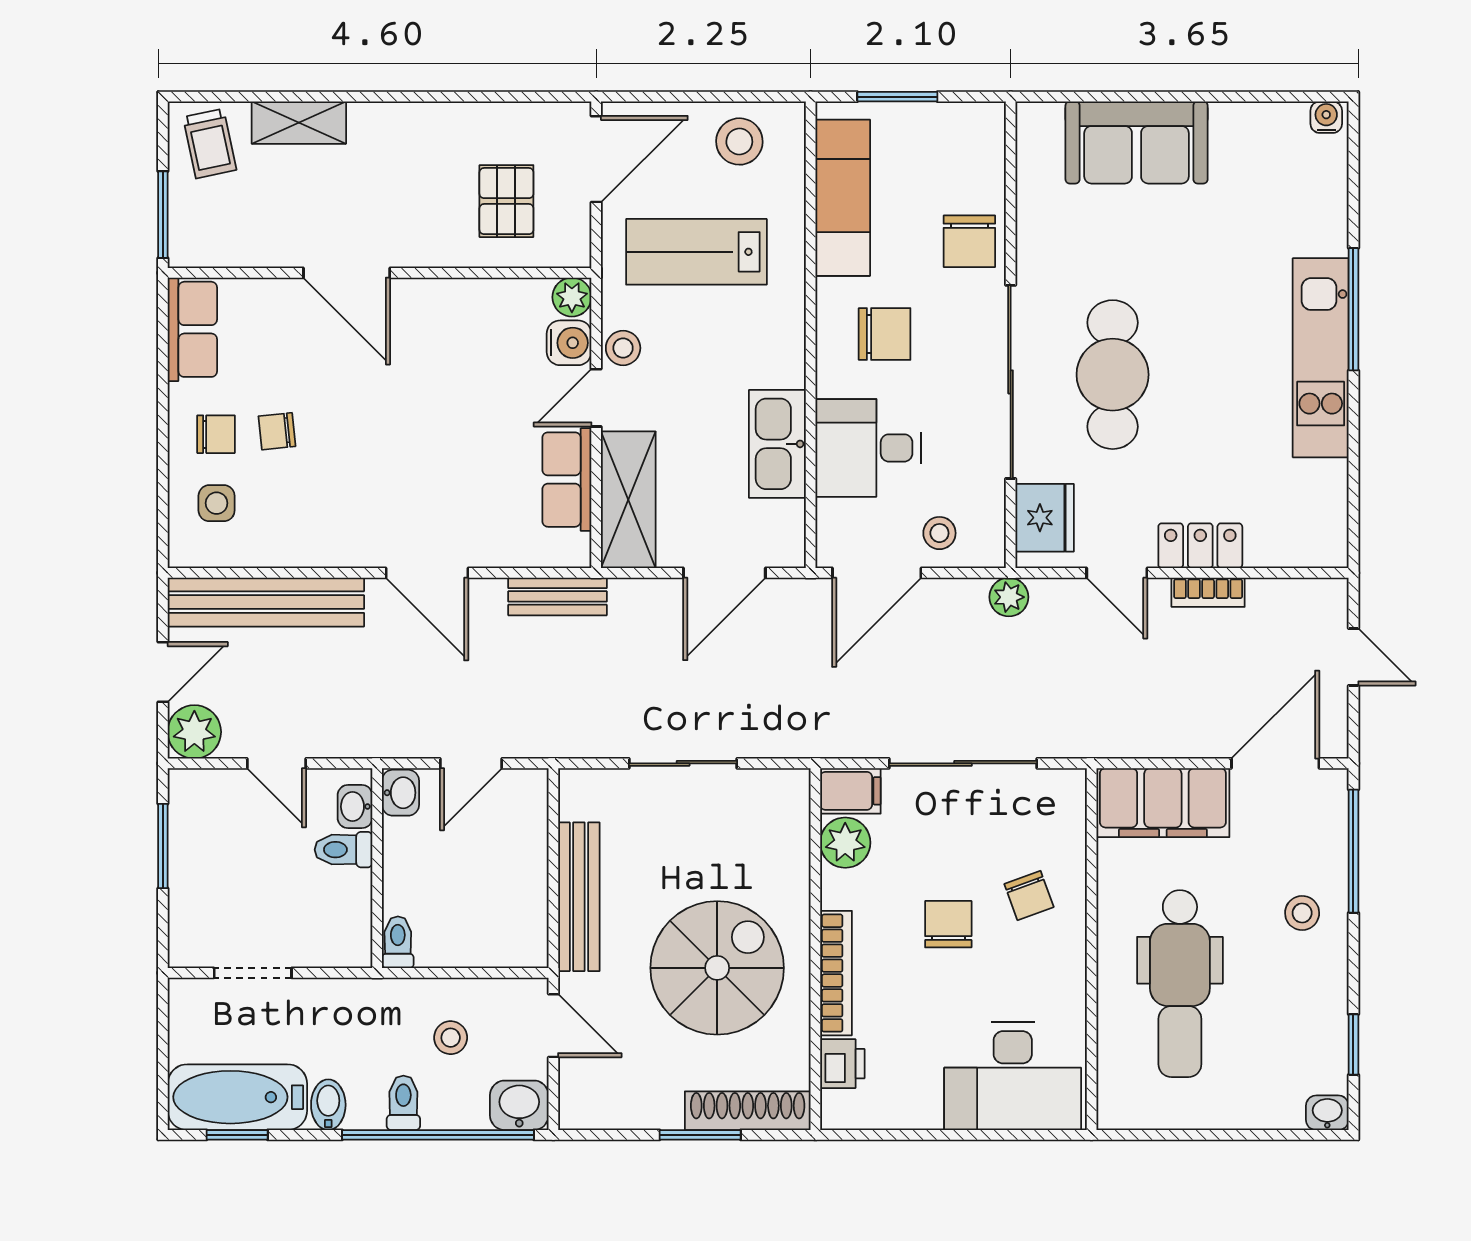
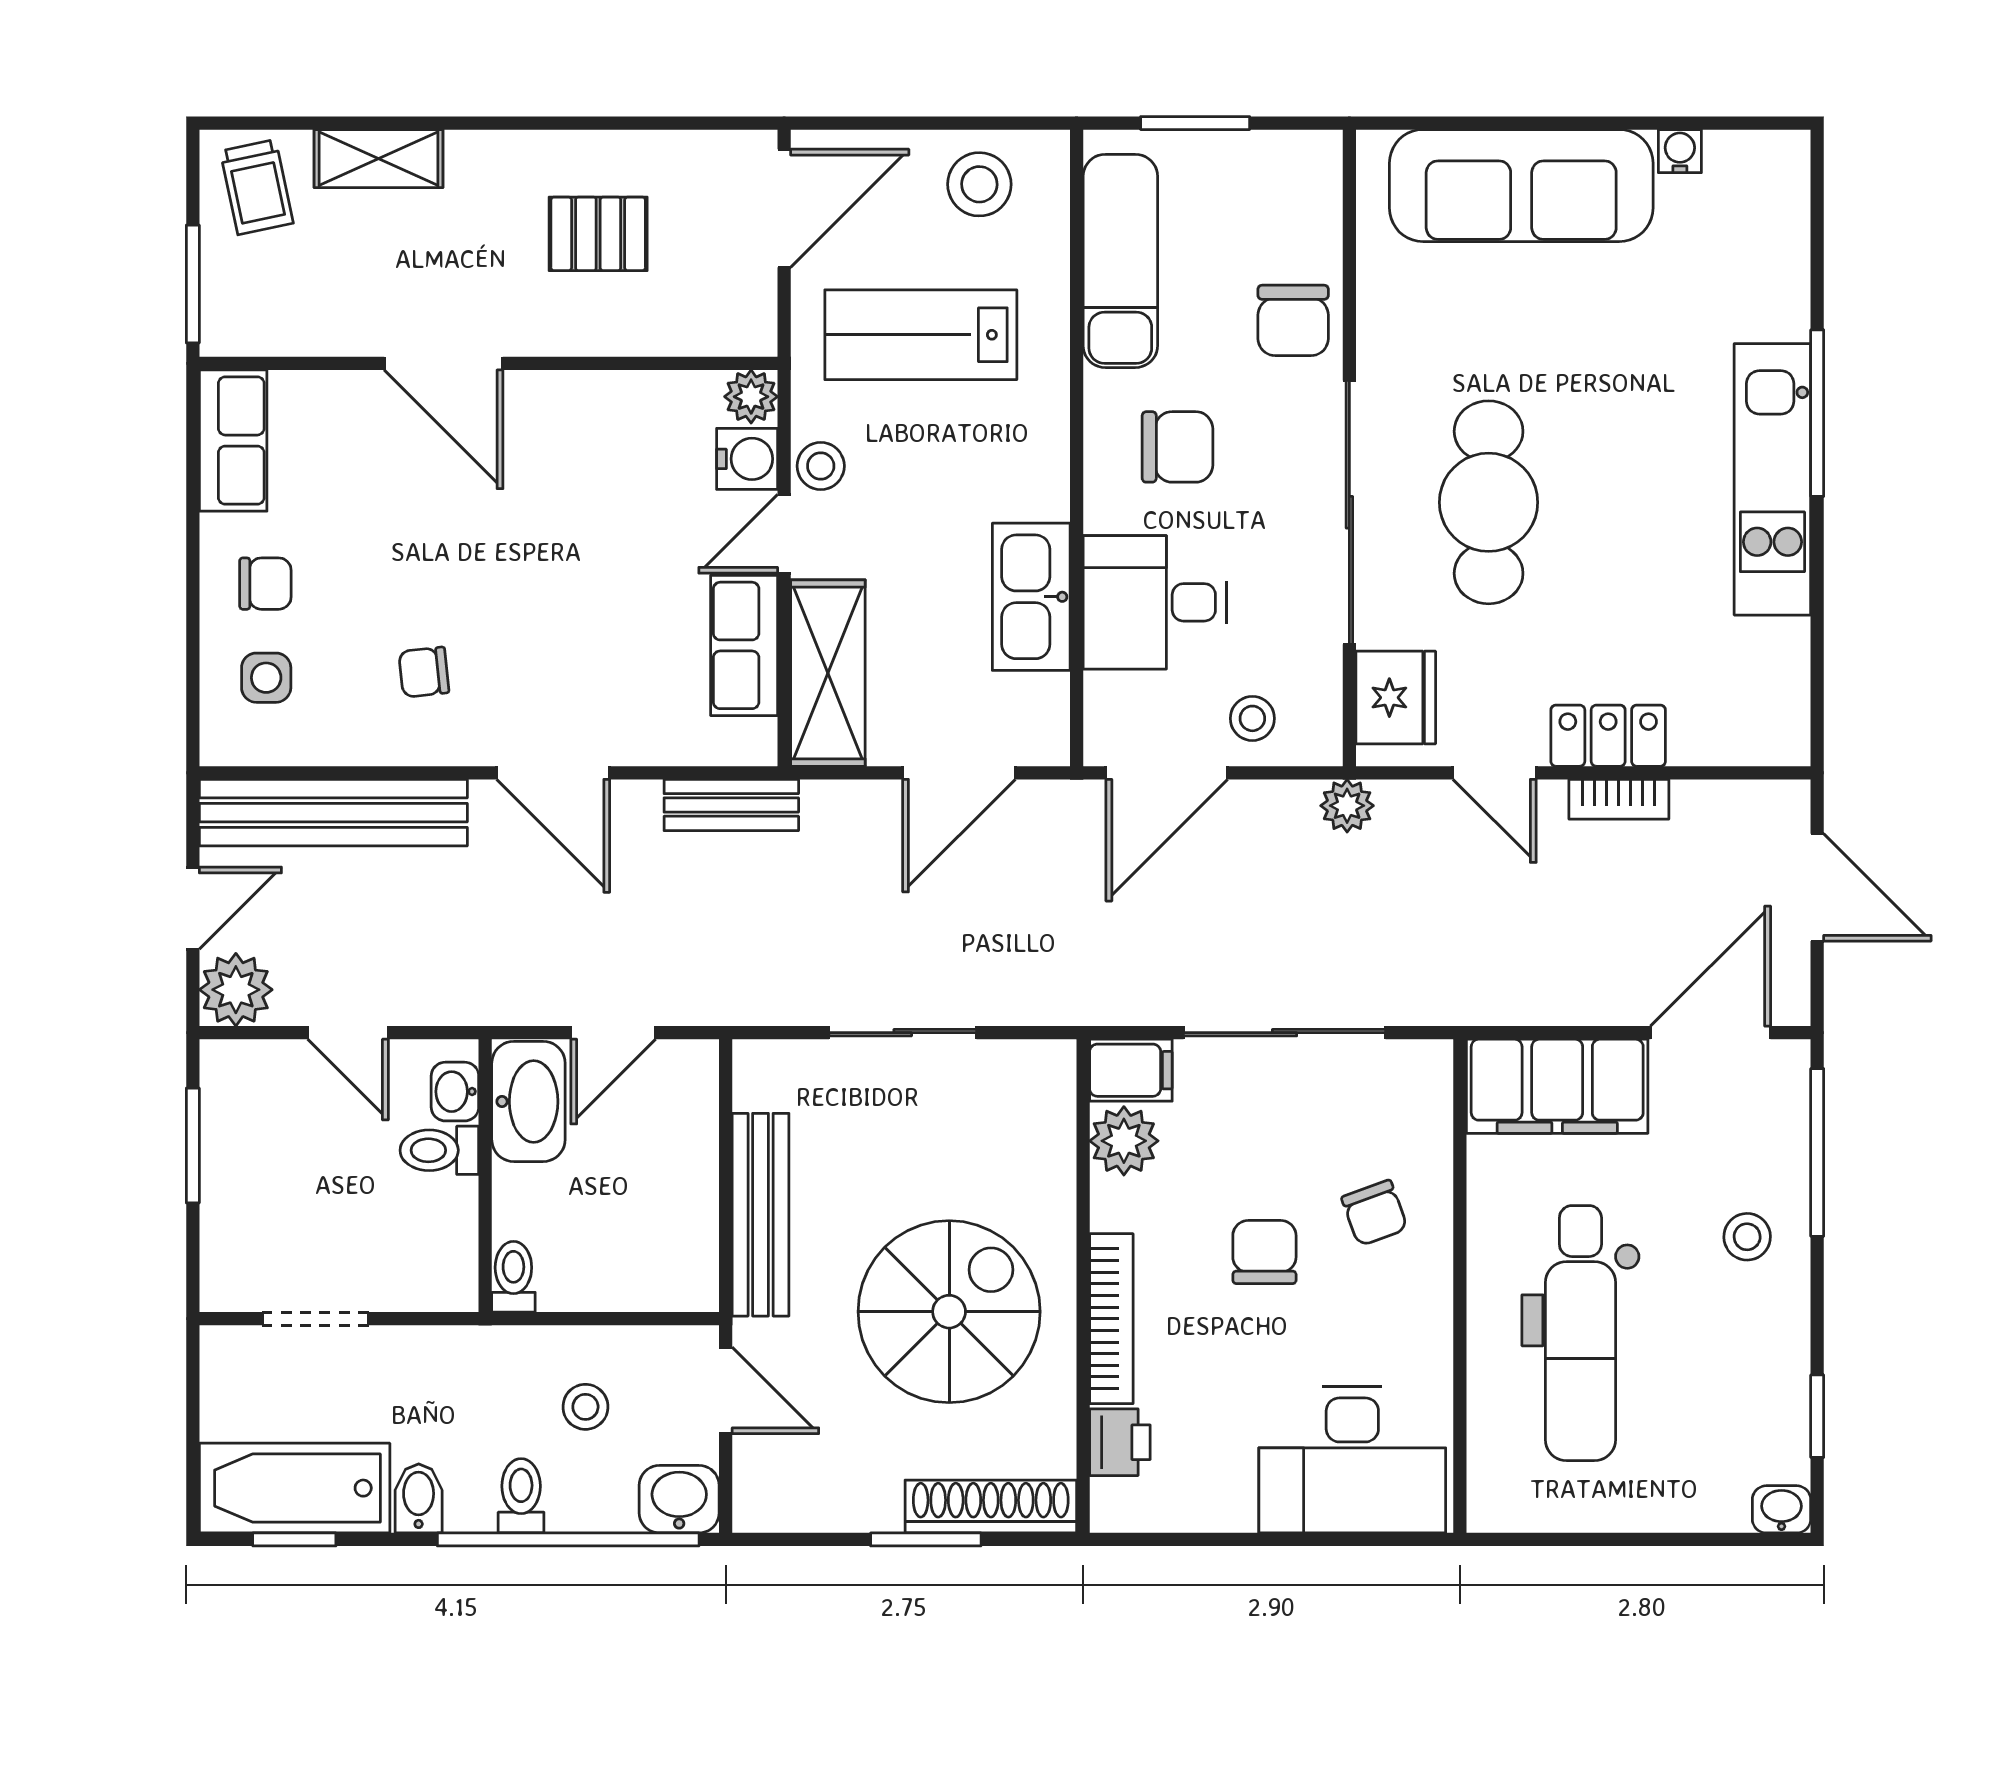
water cooler: (1326, 117) -> (1680, 151), moved
sofa: (1137, 142) -> (1521, 186), width x1.36
pallet: (506, 201) -> (598, 234), moved, turned 90
chair: (277, 431) -> (424, 672), moved
door: (1353, 657) -> (1817, 887), width x1.38
washbasin: (400, 793) -> (528, 1101), width x1.91, depth x1.45

